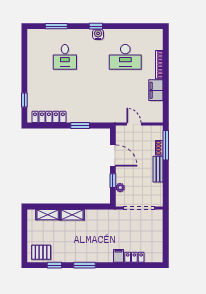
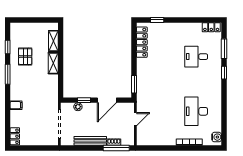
window: (96, 26) -> (224, 73), moved
water cooler: (98, 34) -> (217, 137), moved
locker: (32, 40) -> (211, 27), added
filing cabinet: (156, 90) -> (166, 139), removed
window: (80, 126) -> (134, 84), moved
bench: (158, 169) -> (90, 141), width x1.36
pallet: (41, 252) -> (25, 57), moved
locker: (134, 257) -> (15, 136), moved

